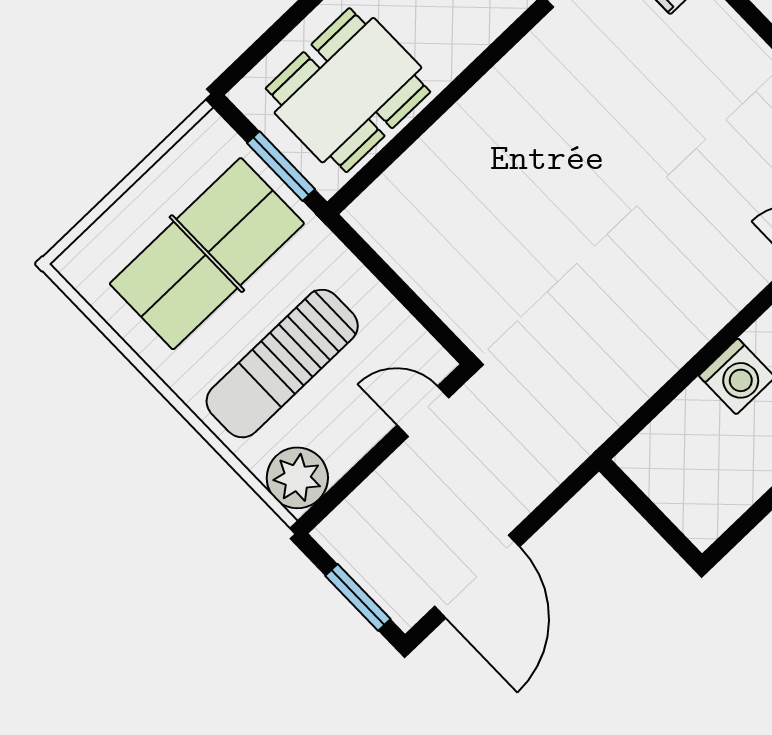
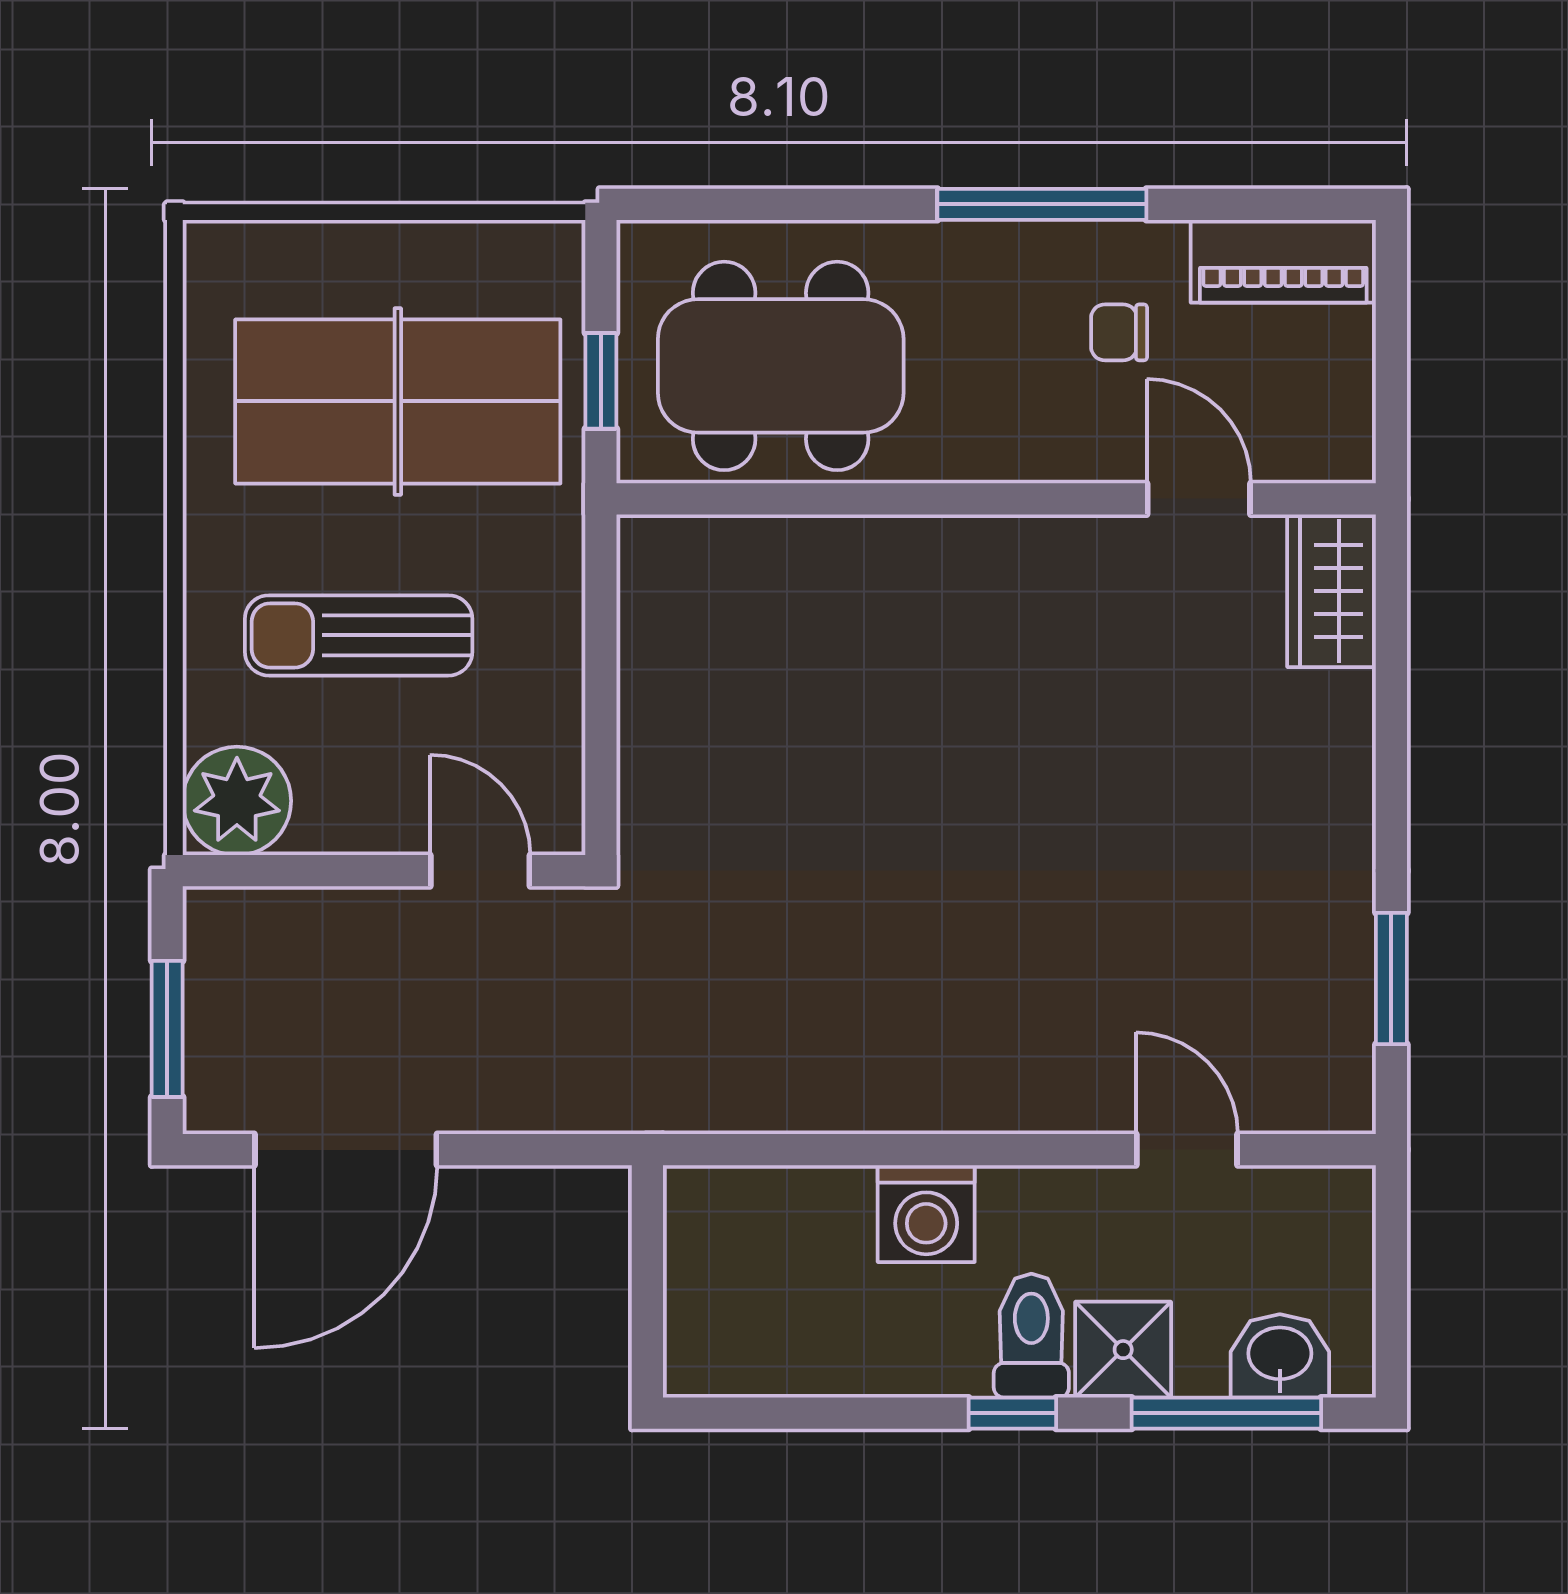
window: (281, 166) -> (601, 381), width x0.67
sun lounger: (282, 364) -> (359, 635), width x0.73, depth x0.75

